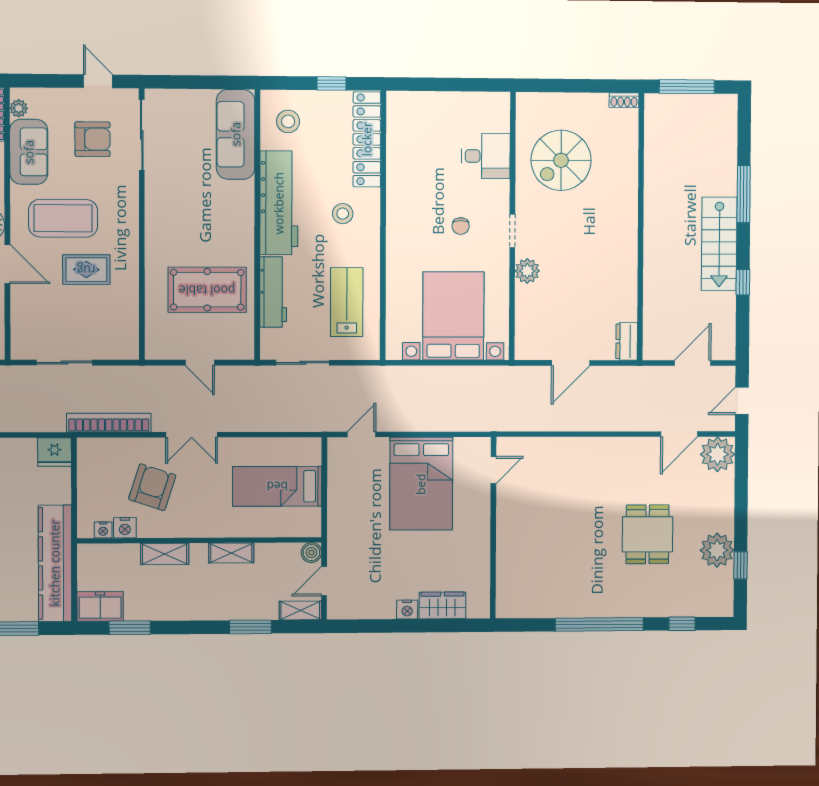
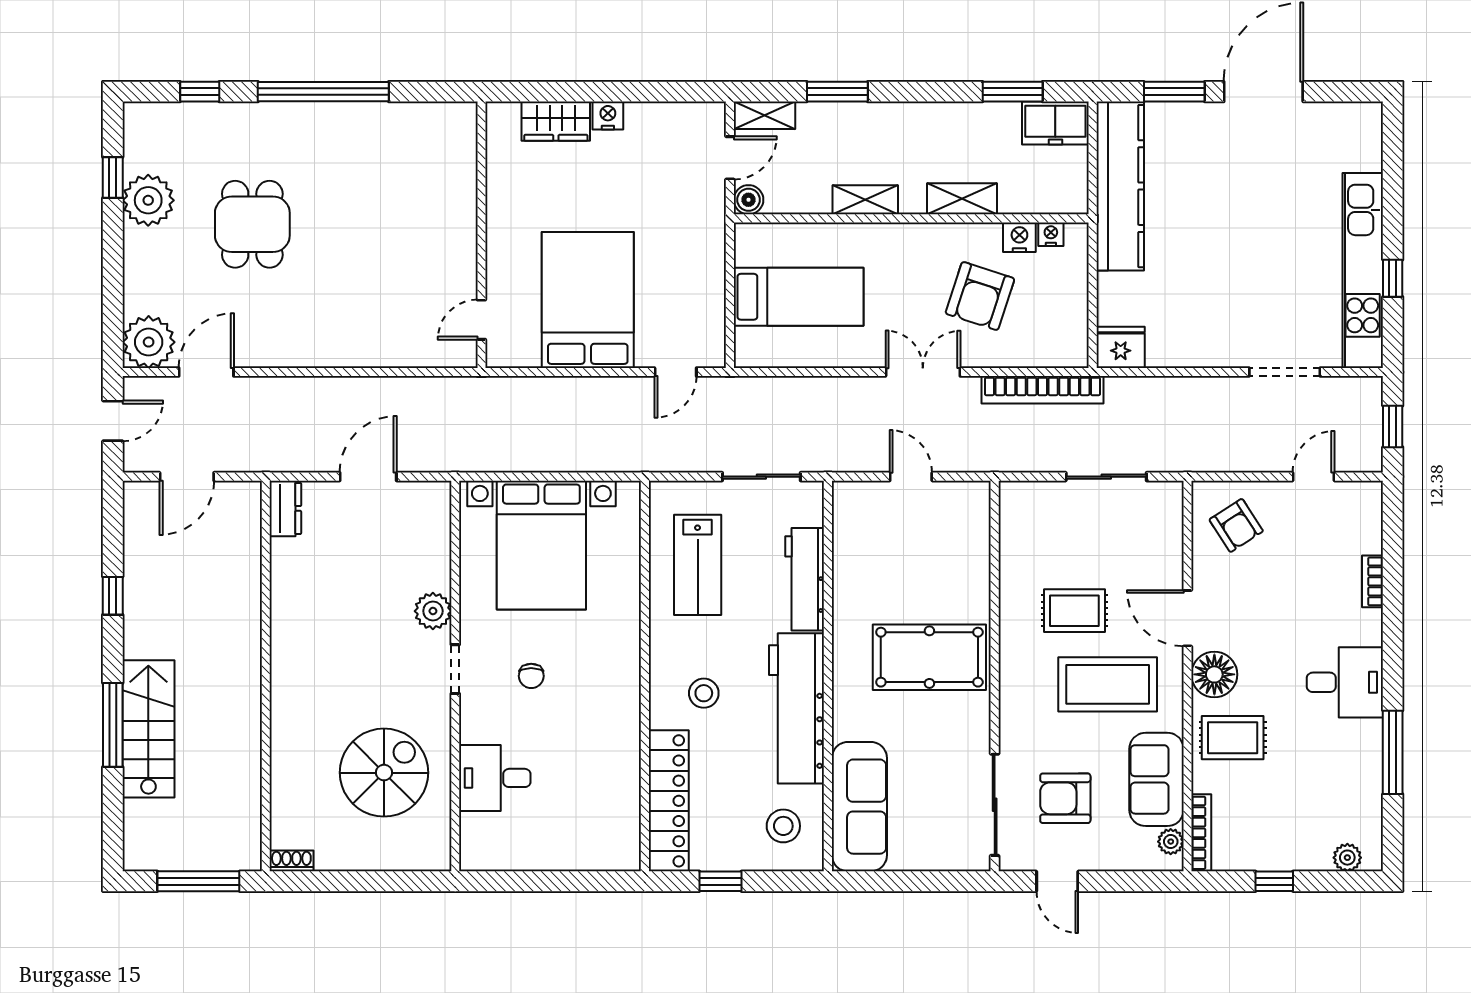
chair: (461, 226) -> (531, 676), turned 180
stairs: (719, 244) -> (148, 729), moved
pool table: (207, 290) -> (929, 657), moved

